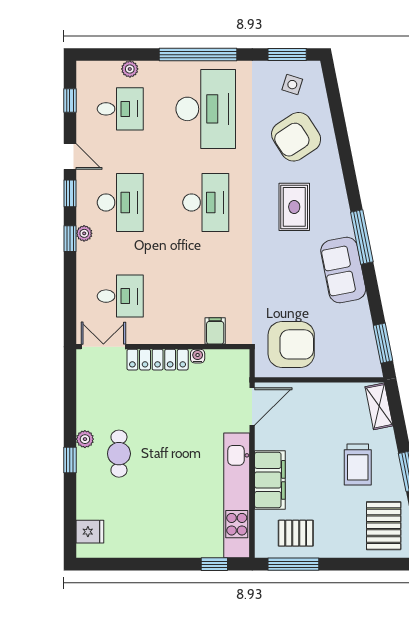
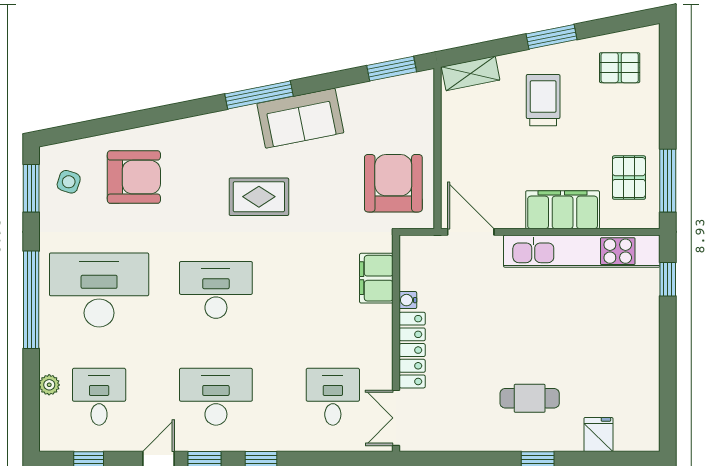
armchair: (296, 137) -> (134, 177), turned -57
rug: (294, 207) -> (259, 197), moved
plant: (84, 233) -> (255, 442), removed
filing cabinet: (215, 331) -> (376, 278), width x2.00
plant: (85, 439) -> (511, 441), removed
trolley: (358, 464) -> (543, 100), turned -90
pallet: (384, 526) -> (620, 68), width x0.67, depth x0.71
fridge: (90, 532) -> (598, 435), moved

